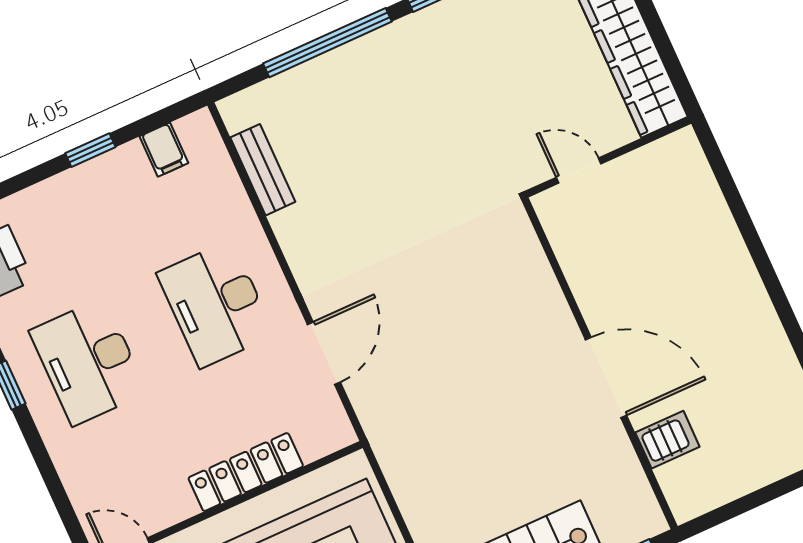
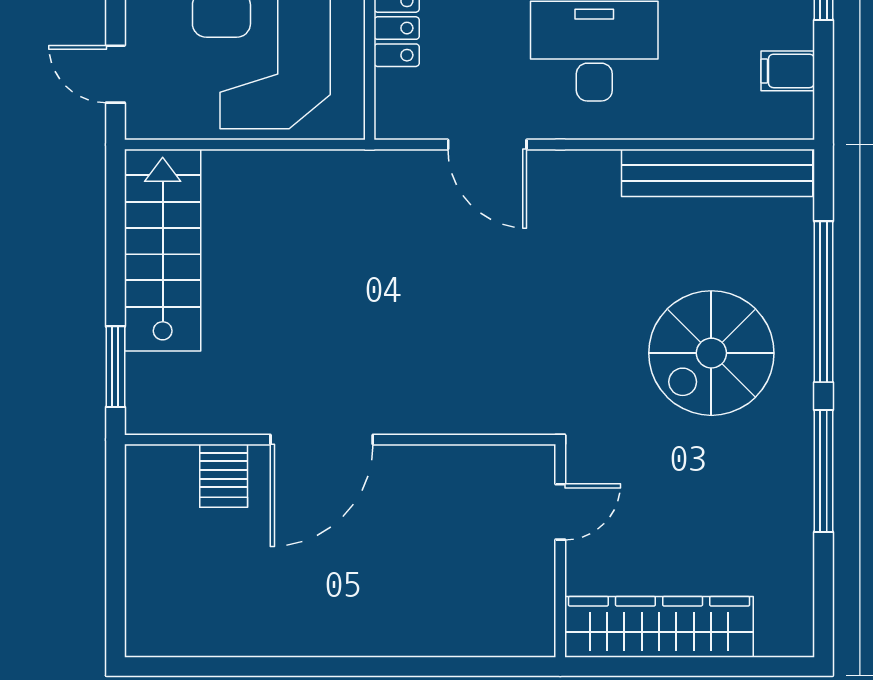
spiral stairs: (405, 110) -> (711, 353), added
bench: (263, 170) -> (717, 173), width x1.86, depth x1.21

